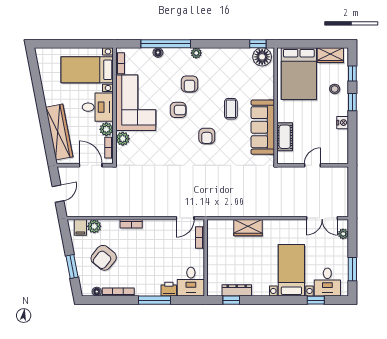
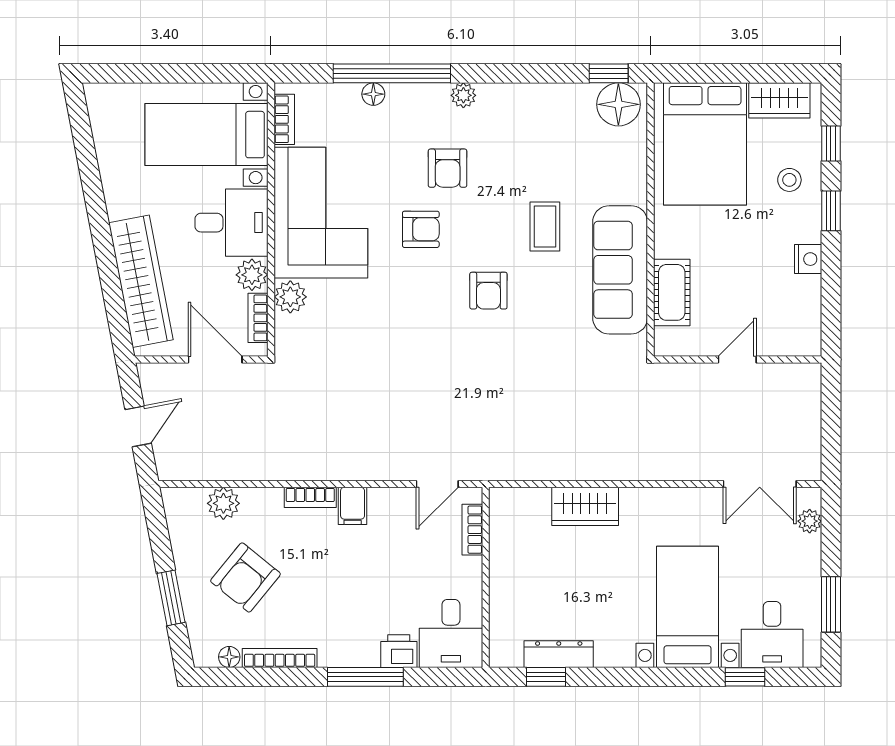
filing cabinet: (80, 227) -> (353, 506), moved

